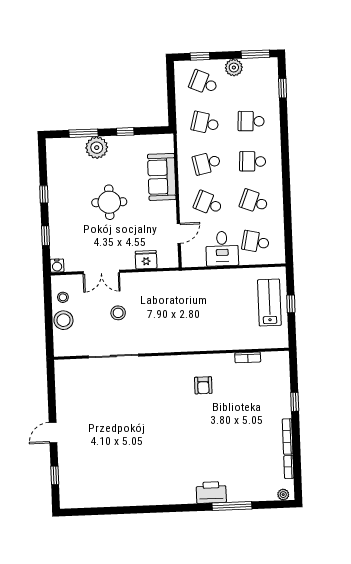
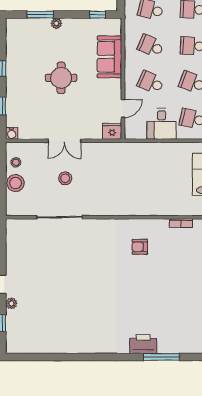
window: (125, 132) -> (97, 15), moved
plant: (97, 148) -> (56, 23), width x0.53, depth x0.53
school desk: (207, 163) -> (151, 46), turned 36
fridge: (146, 260) -> (112, 131), moved
double door: (101, 272) -> (64, 141), moved
armchair: (203, 385) -> (140, 247), turned 90
plant: (64, 453) -> (11, 303), added

